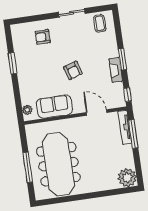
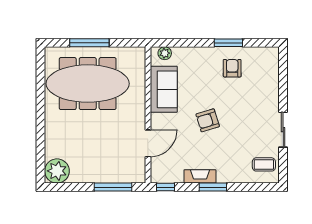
armchair: (43, 37) -> (232, 68), moved
tv unit: (125, 127) -> (123, 177), removed

